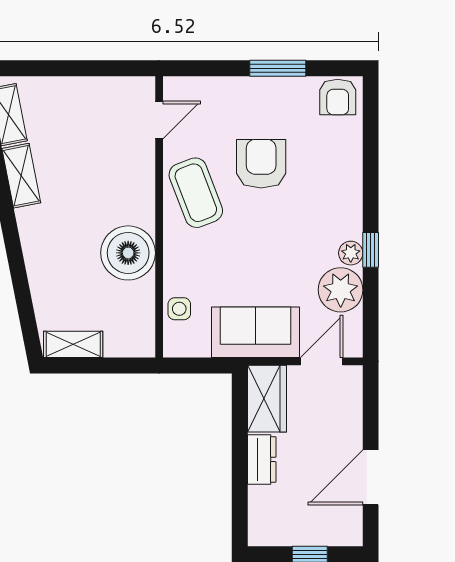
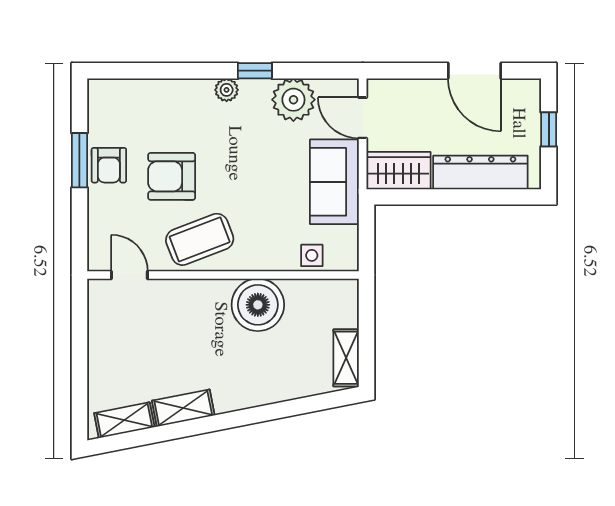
armchair: (338, 97) -> (109, 165), moved, turned 90
plant: (351, 253) -> (227, 90), moved
dresser: (262, 459) -> (480, 172), width x1.96, depth x1.24

